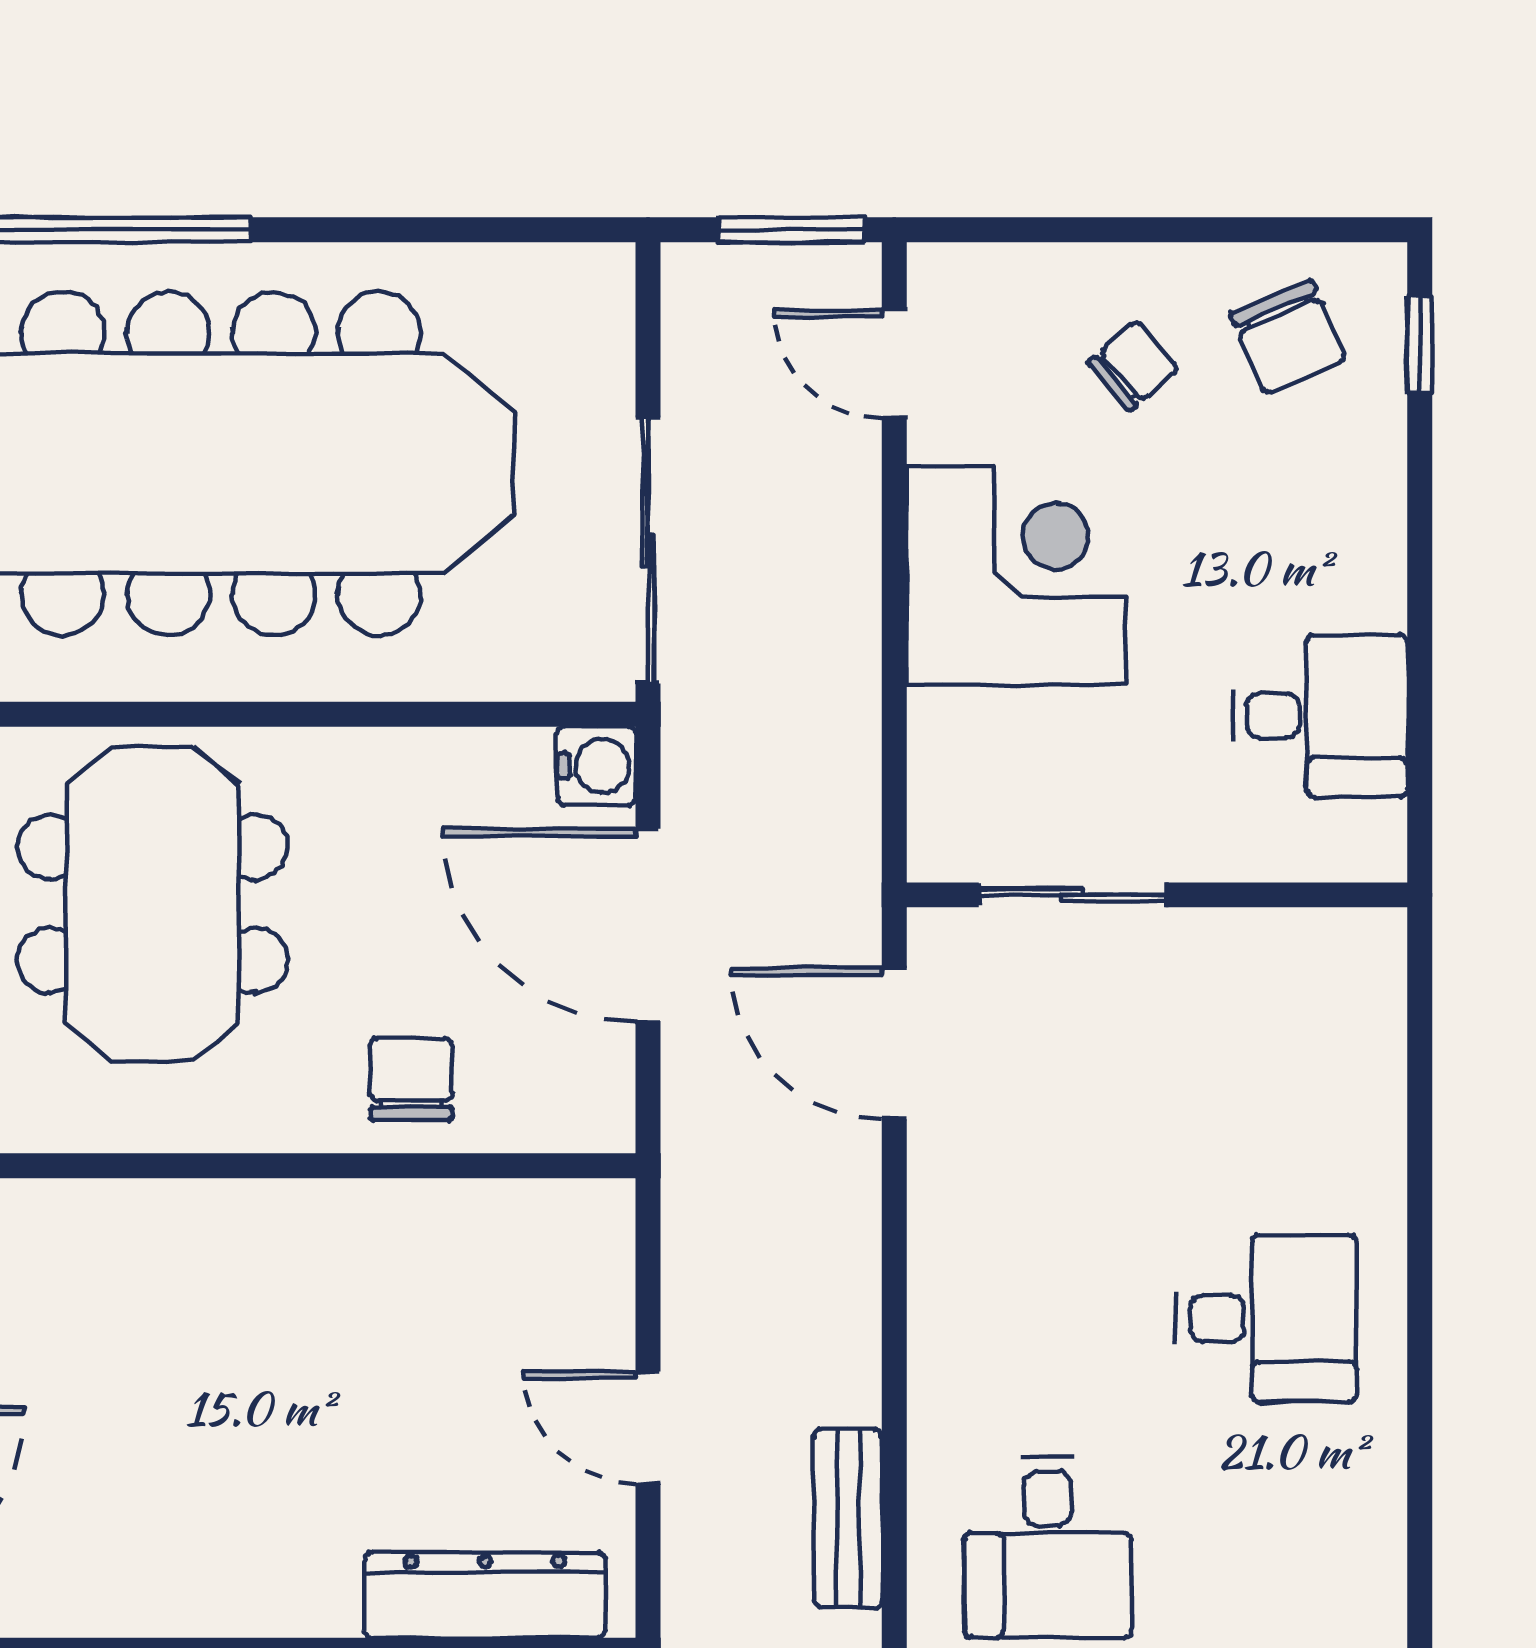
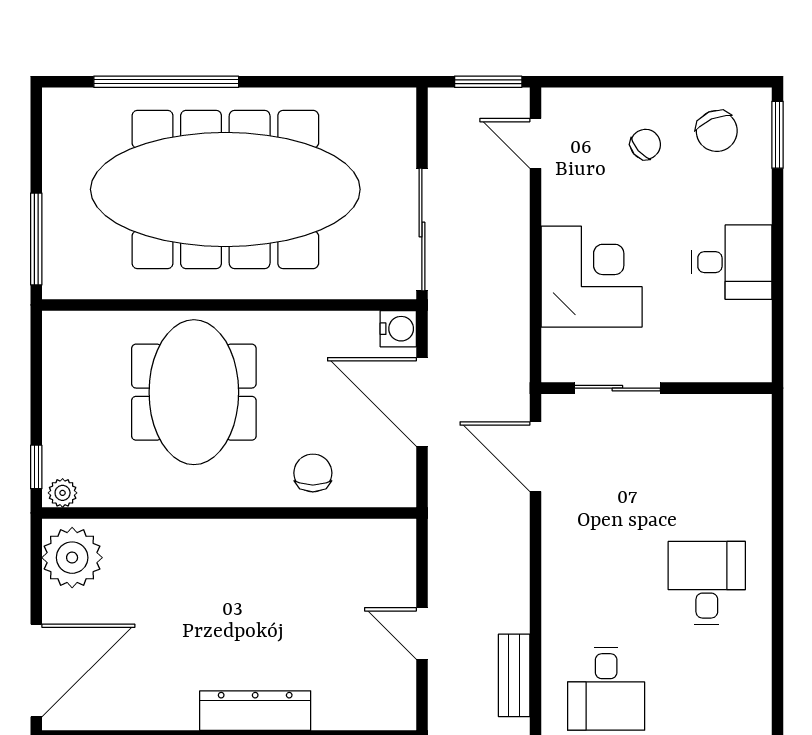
window: (1420, 345) -> (777, 135), width x1.50
corner desk: (1016, 576) -> (592, 277), moved
desk: (1320, 716) -> (732, 262), moved
desk: (1266, 1318) -> (707, 583), turned -90
dresser: (485, 1595) -> (255, 711), moved

